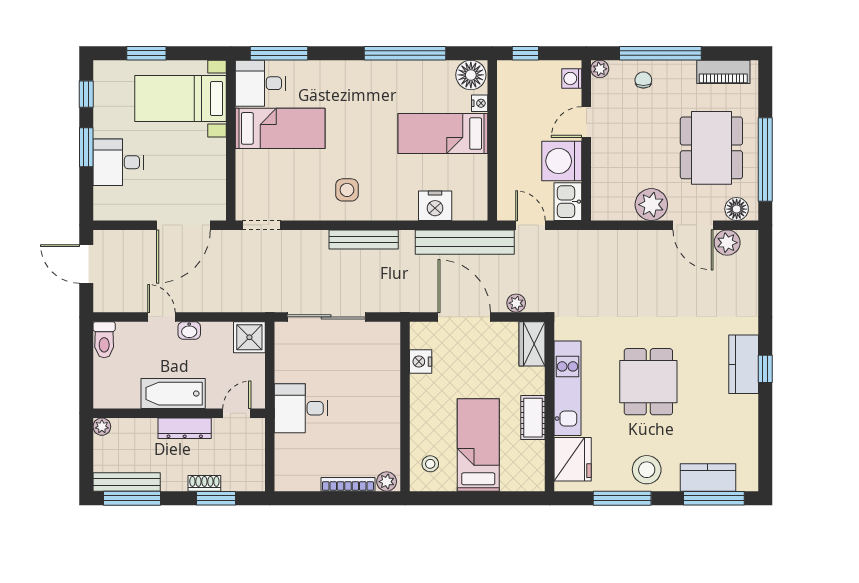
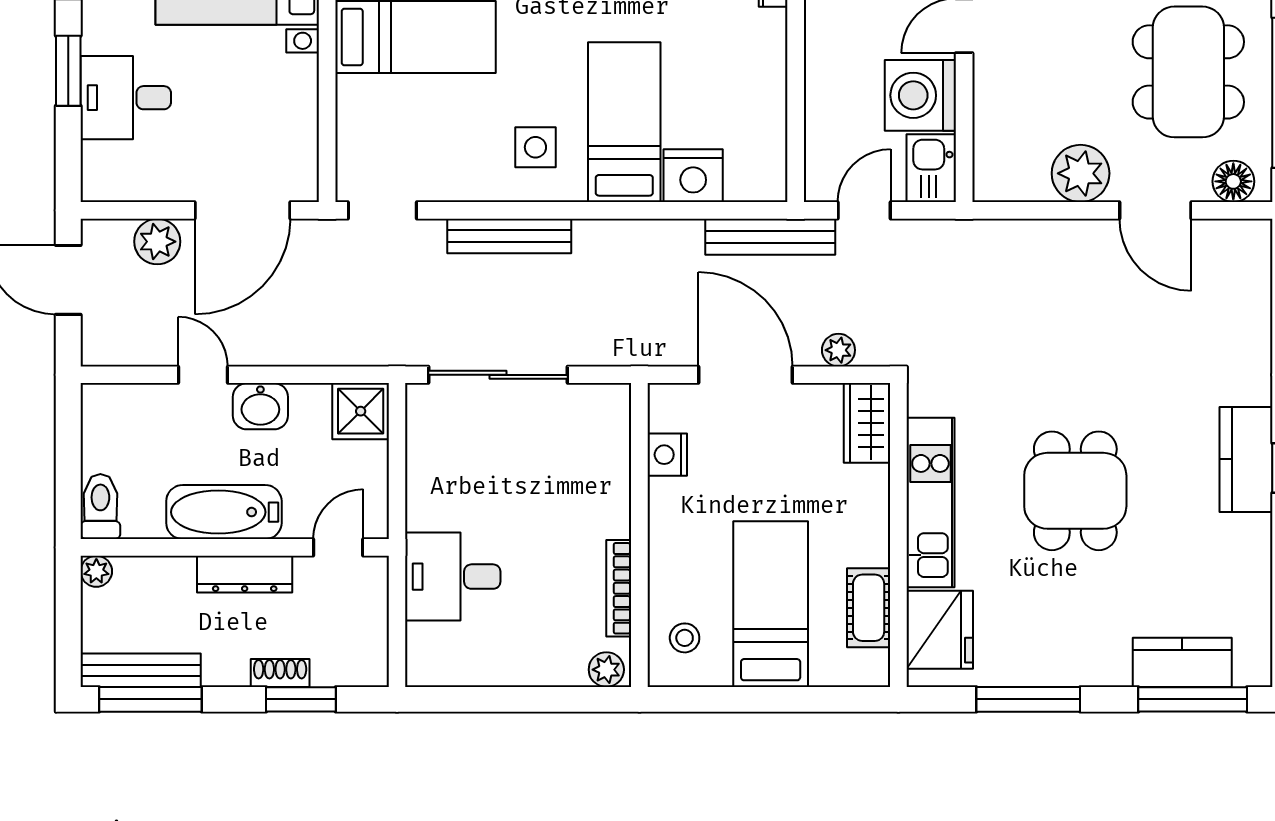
bed: (443, 134) -> (624, 122), moved, turned 90
door: (530, 225) -> (864, 210), hinge flipped
bench: (364, 239) -> (509, 236), moved
bench: (465, 242) -> (770, 237), width x0.73, depth x0.82
plant: (727, 243) -> (157, 242), moved
washbasin: (189, 330) -> (260, 406), width x1.38, depth x1.45
toilet: (104, 340) -> (100, 507), moved, turned 180
desk: (301, 408) -> (453, 577), moved
cot: (533, 418) -> (869, 608), moved
stool: (647, 470) -> (1072, 648), removed
bookcase: (348, 484) -> (619, 588), moved, turned -90

